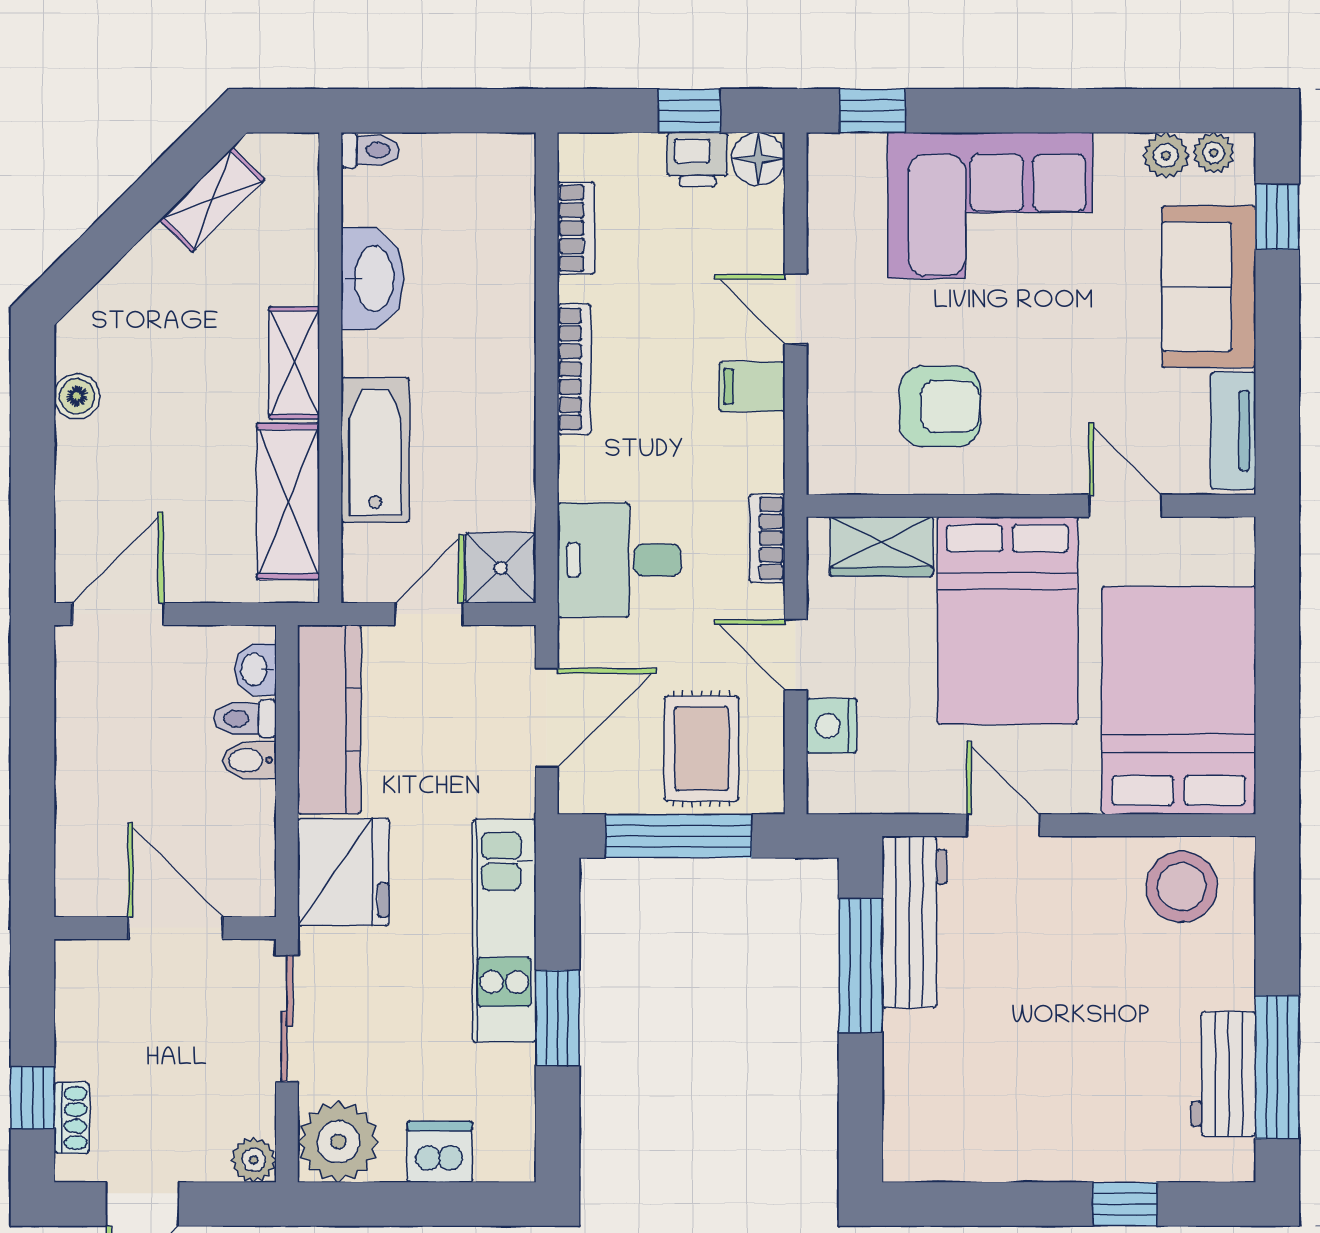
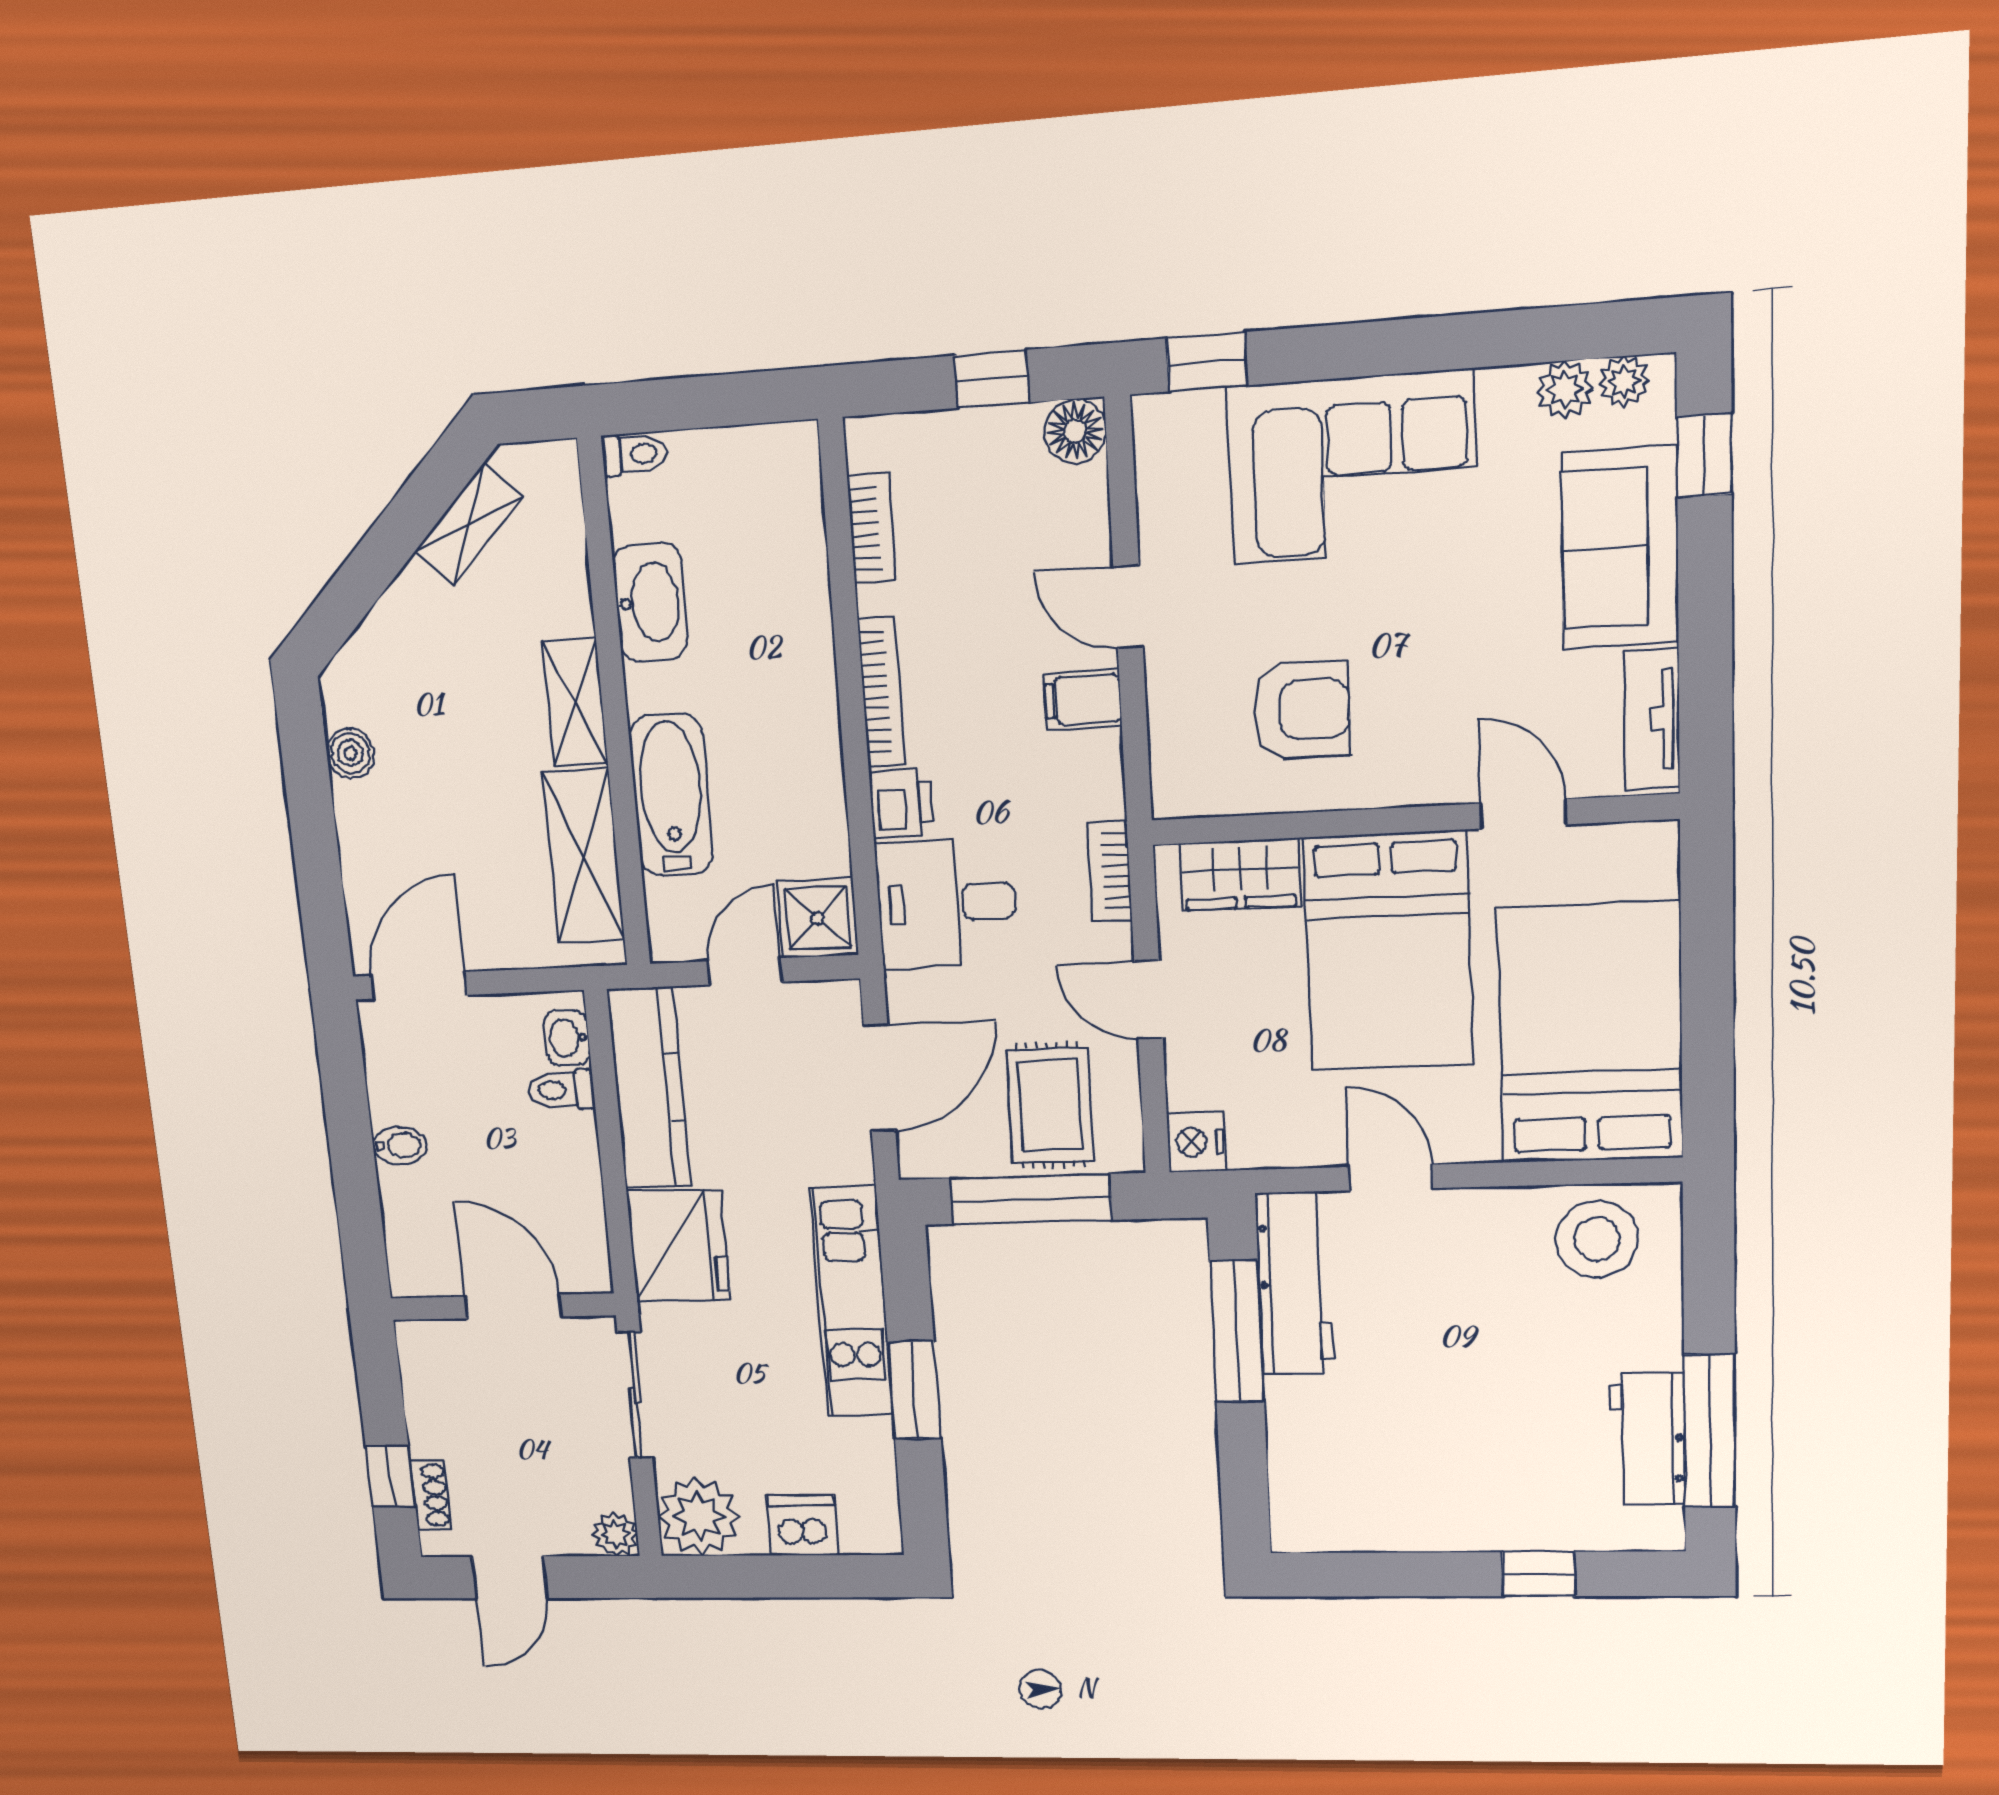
printer: (697, 160) -> (901, 803), moved, turned -90
nightstand: (832, 726) -> (1196, 1142), moved
bidet: (249, 760) -> (400, 1146), moved, turned 180

